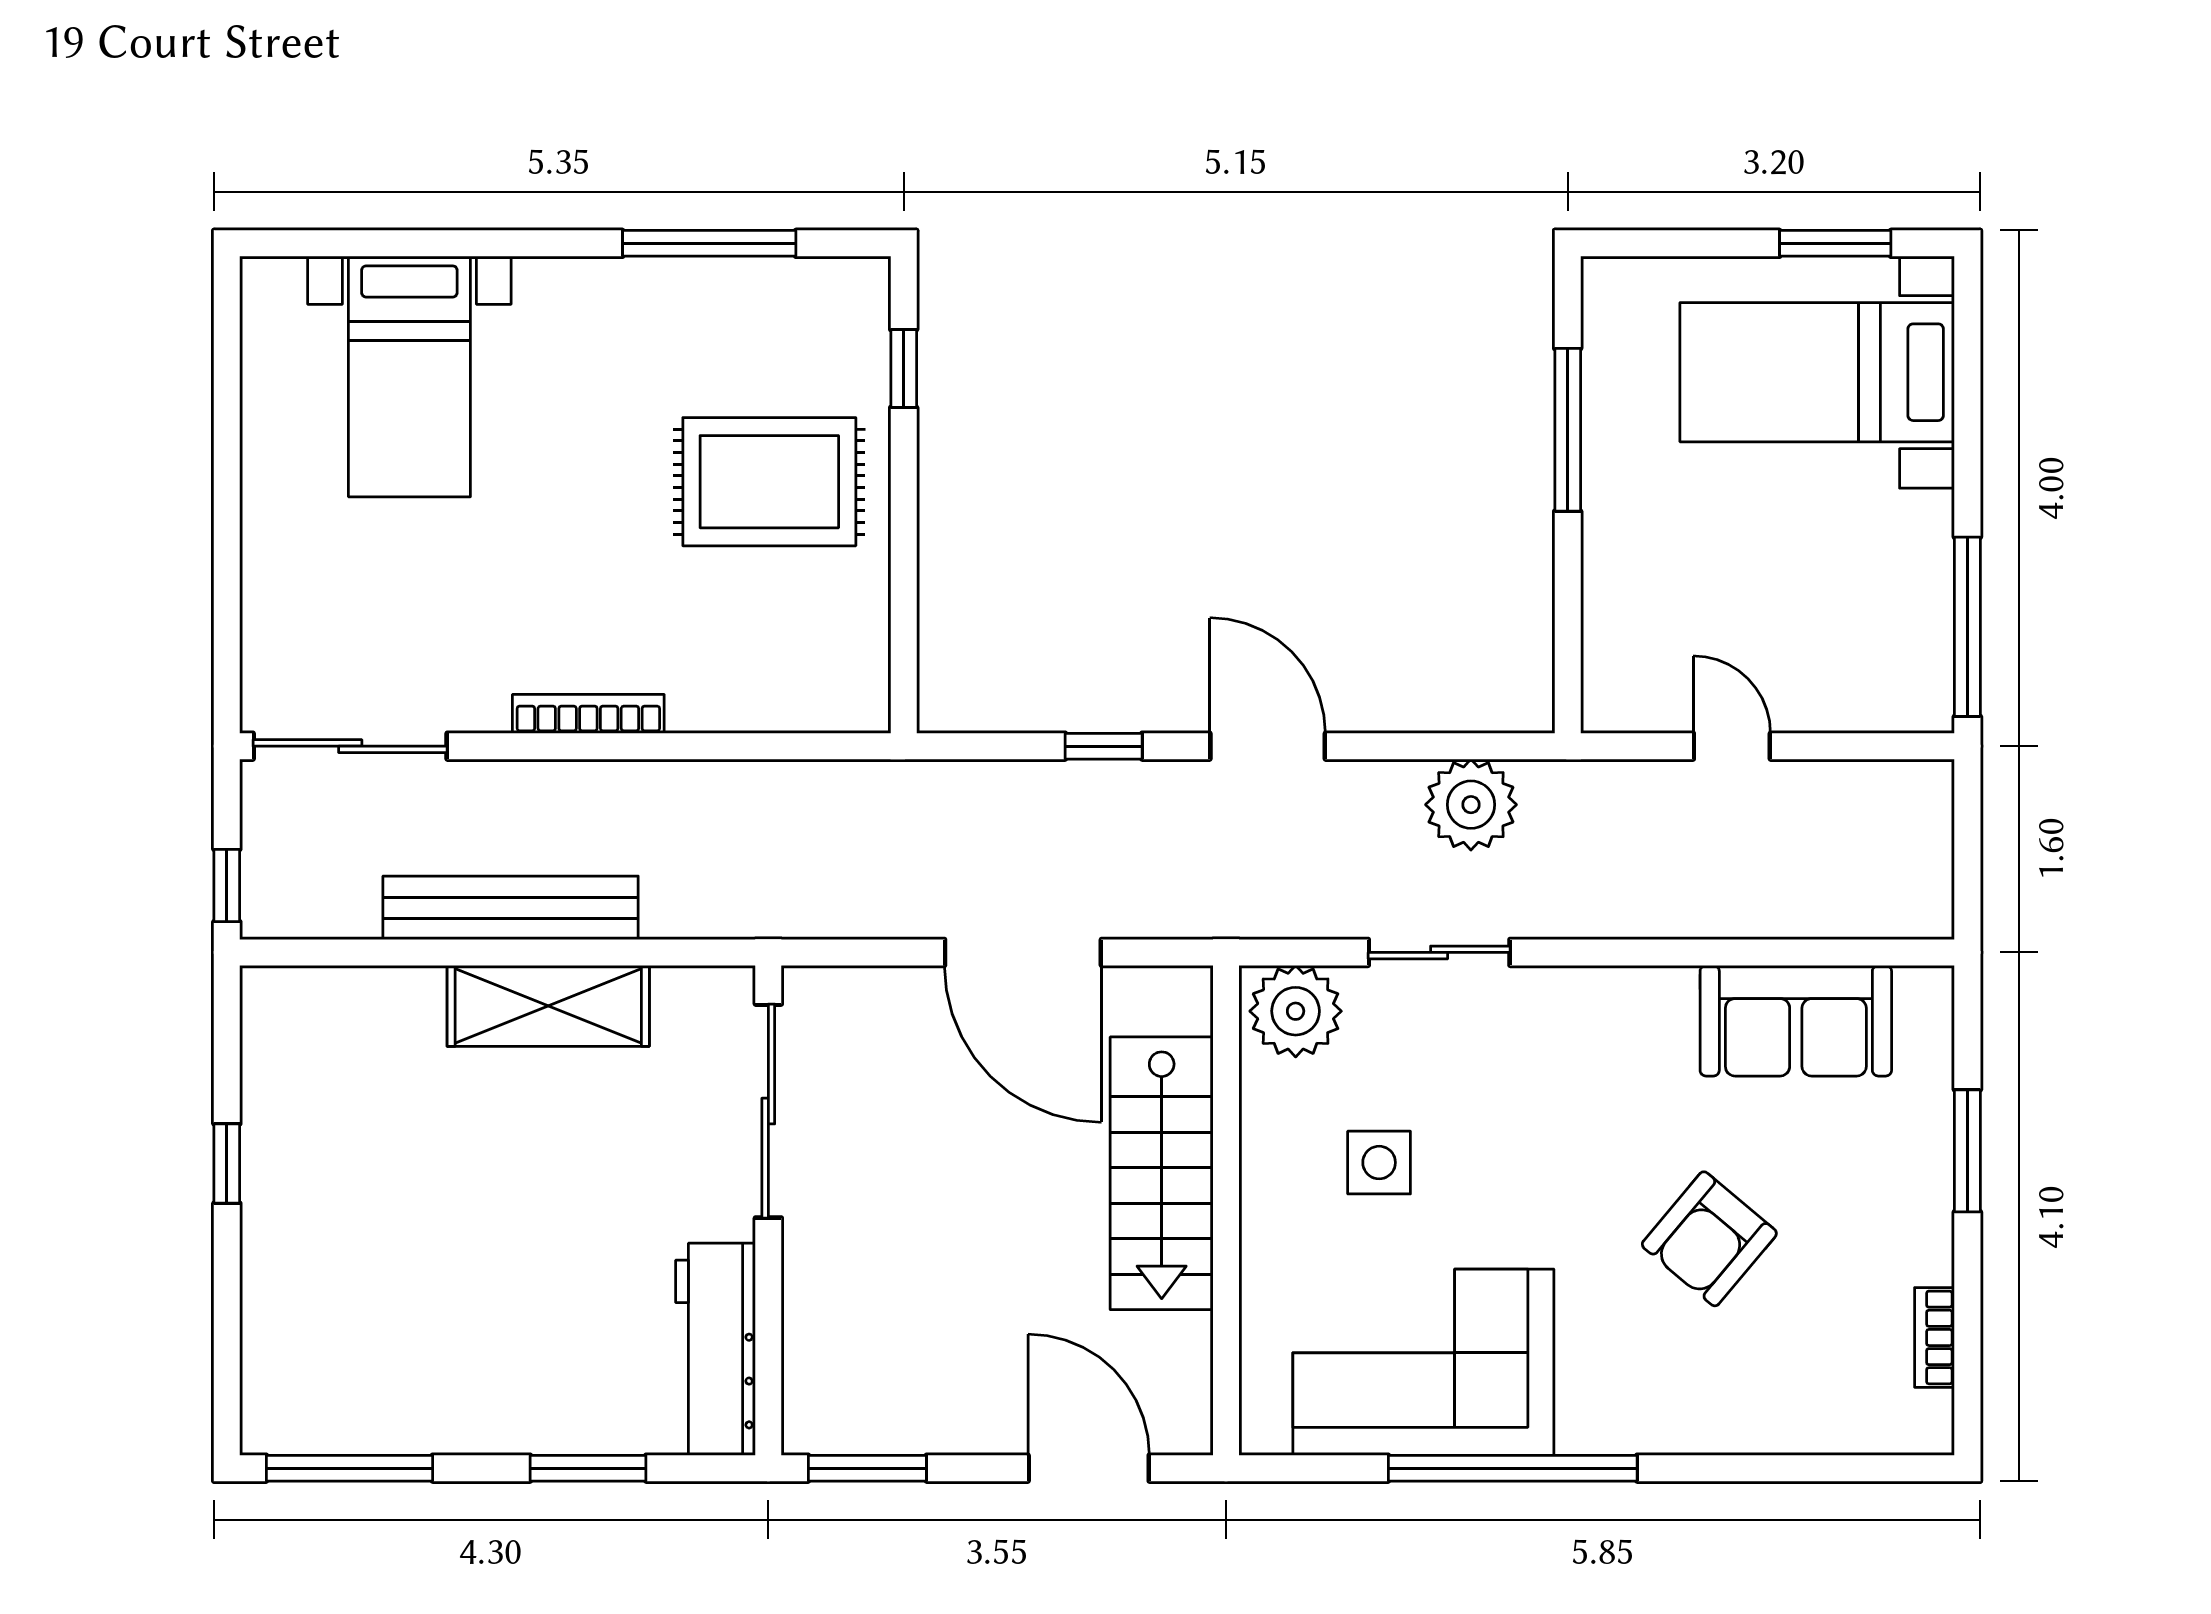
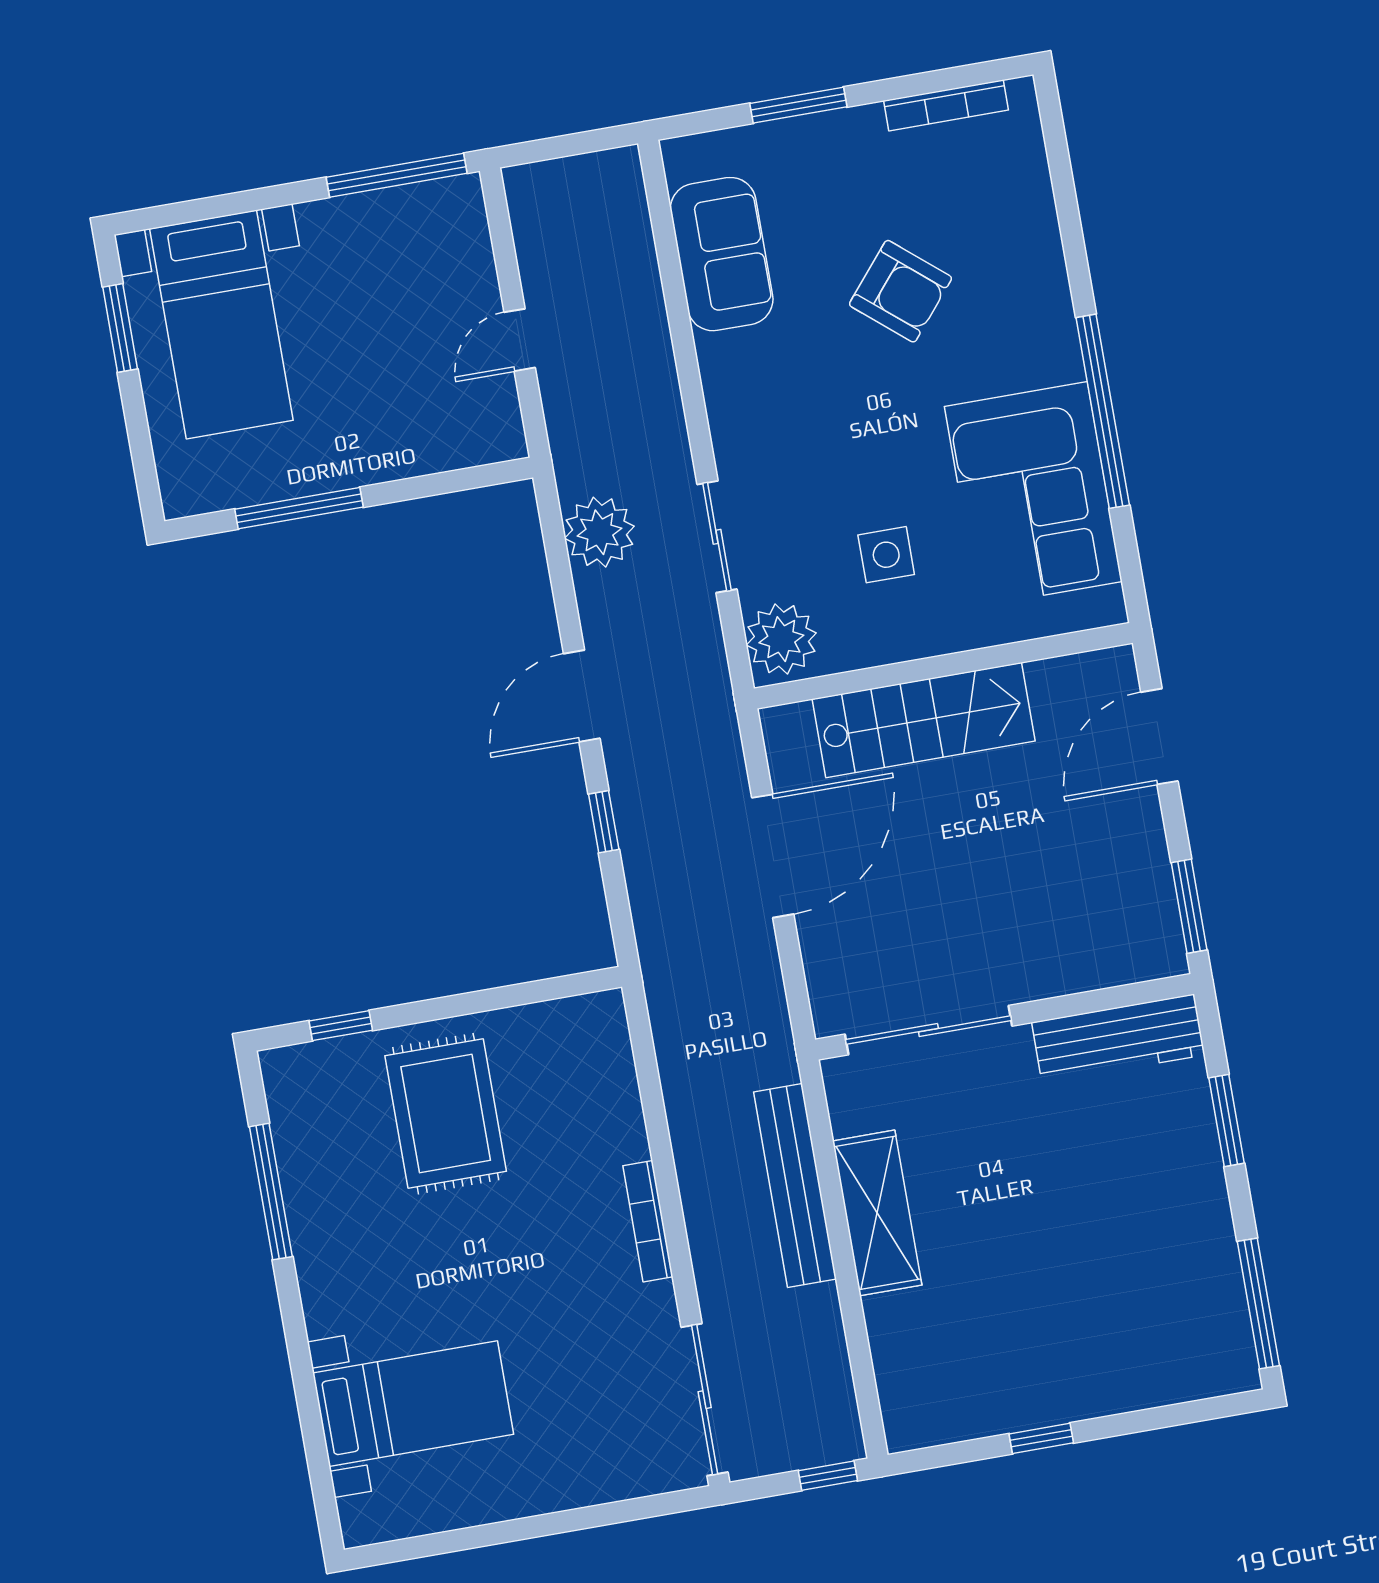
bench: (511, 908) -> (795, 1186), moved
bookcase: (1935, 1337) -> (946, 105), width x1.56

